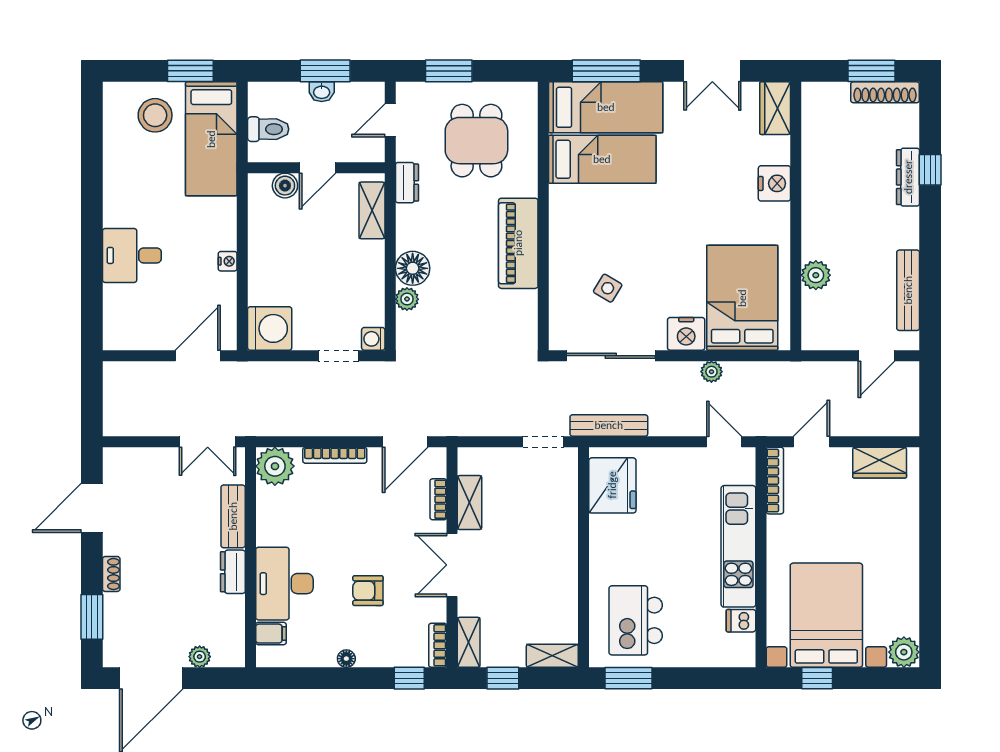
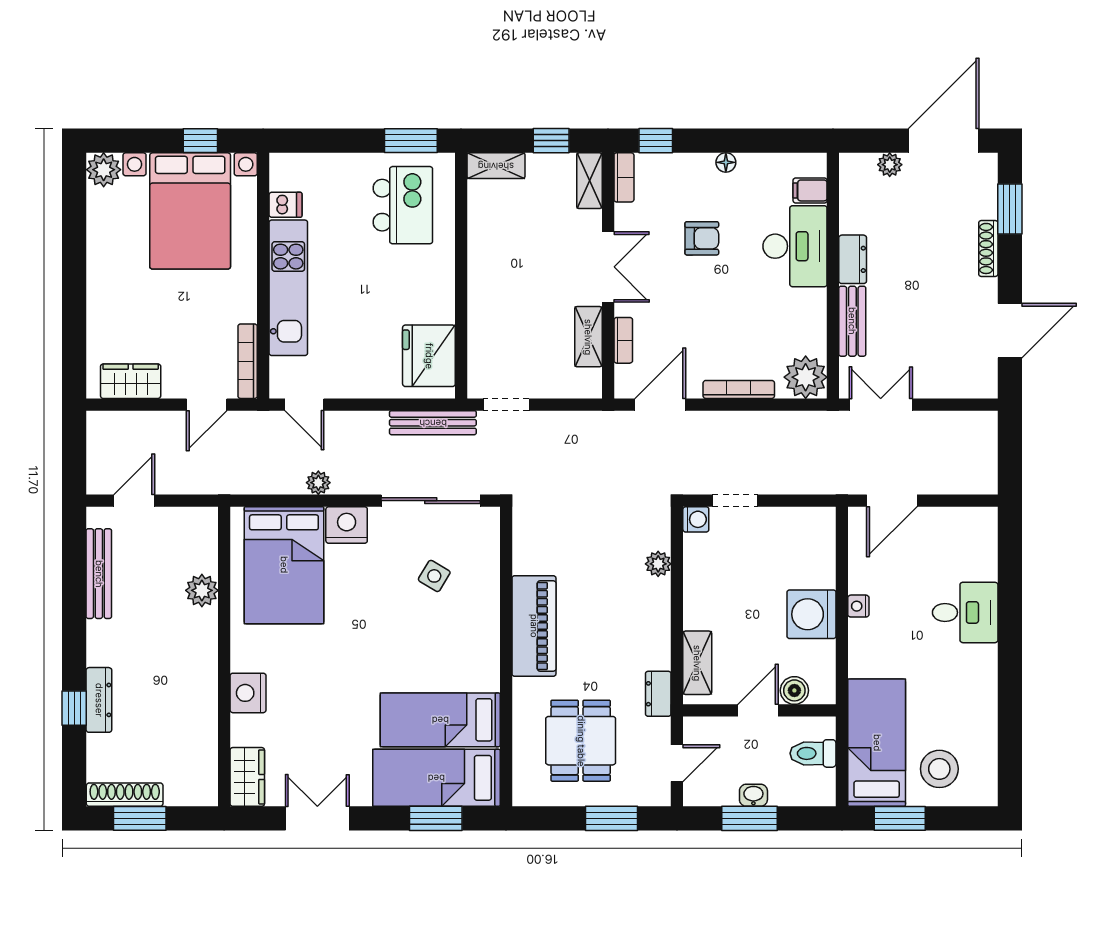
window: (606, 71) -> (436, 818), width x0.69
floor lamp: (413, 268) -> (652, 598), removed
washing machine: (270, 328) -> (811, 614), moved
shoe rack: (111, 574) -> (988, 248), width x1.43

